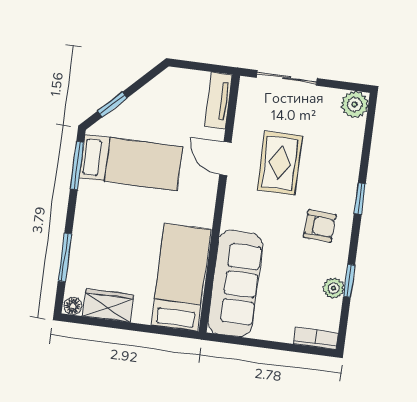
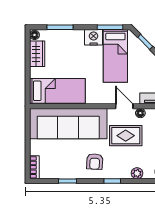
floor lamp: (242, 131) -> (140, 113), added
door: (225, 159) -> (124, 106), hinge flipped
nightstand: (91, 198) -> (94, 37), added
sofa: (235, 283) -> (68, 124), width x1.36, depth x1.27
plant: (334, 288) -> (137, 173), moved

